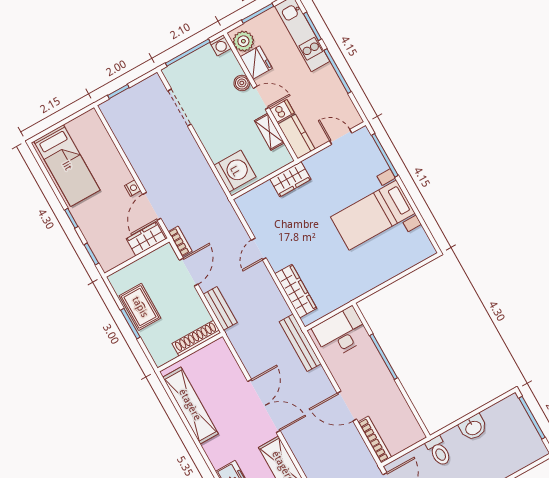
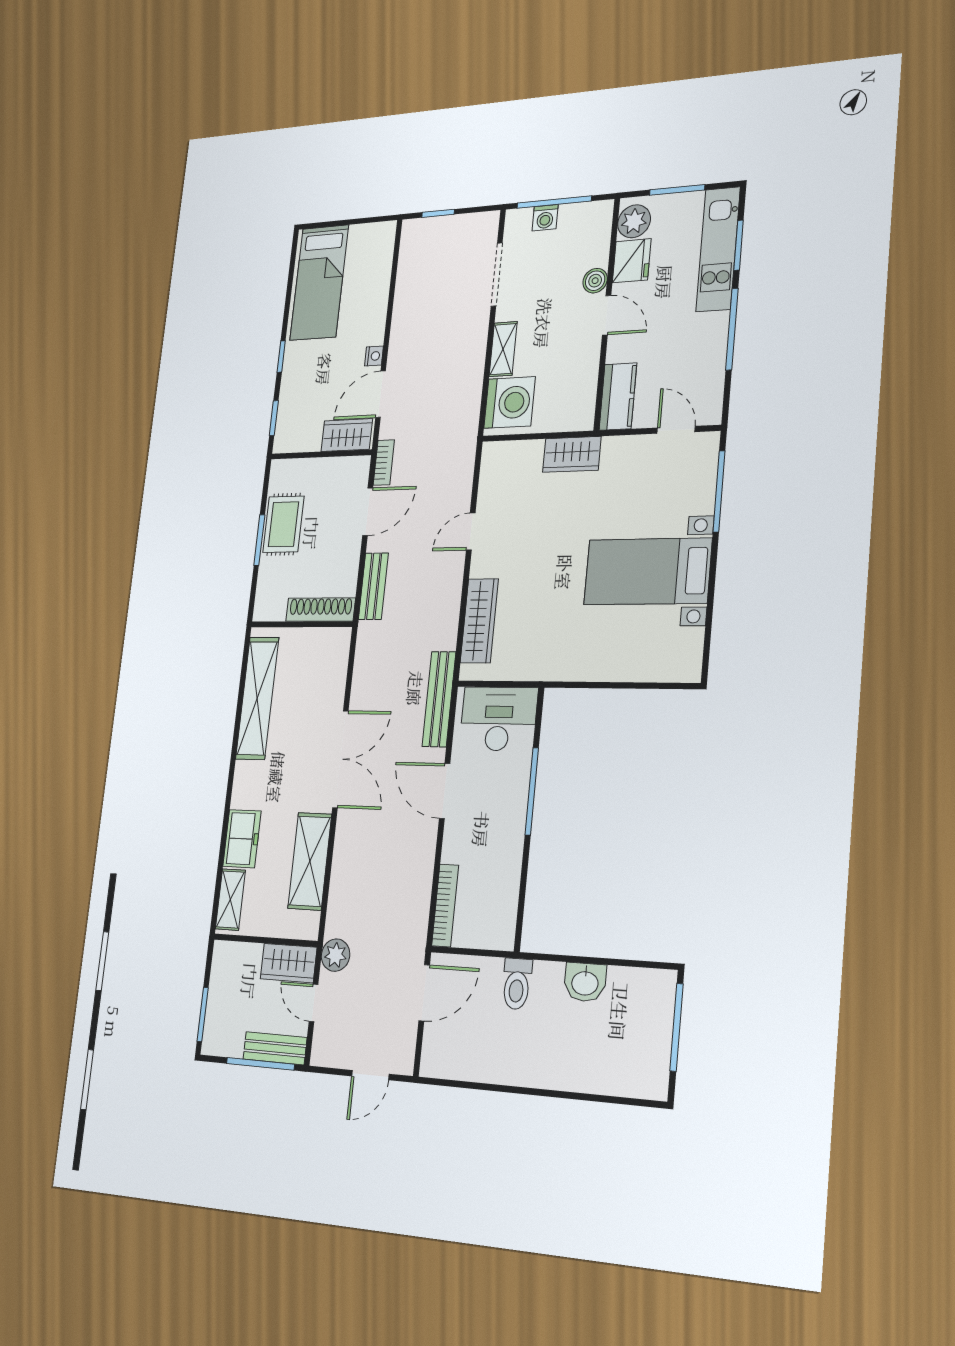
washing machine: (221, 45) -> (545, 218), moved
dishwasher: (282, 111) -> (622, 349), removed
shelving: (269, 132) -> (503, 349), moved
door: (347, 406) -> (445, 791), moved

